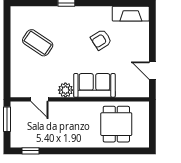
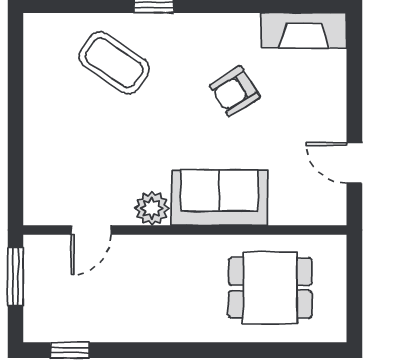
coffee table: (38, 43) -> (114, 63), moved
door: (39, 99) -> (91, 230), hinge flipped
dining table: (116, 124) -> (270, 288), turned 90

